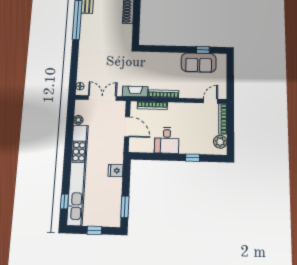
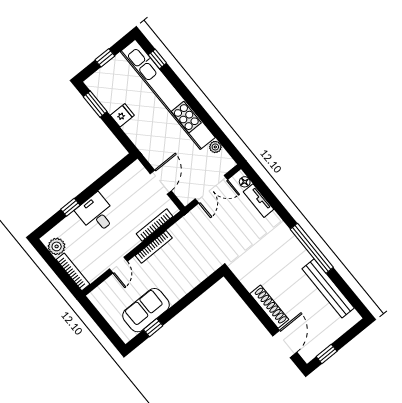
tv unit: (82, 69) -> (259, 201), added
fireplace: (135, 91) -> (184, 225), removed
door: (211, 101) -> (118, 265), moved
door: (127, 127) -> (161, 182), swing flipped
desk: (167, 140) -> (96, 214), moved
fridge: (116, 171) -> (122, 115), moved

